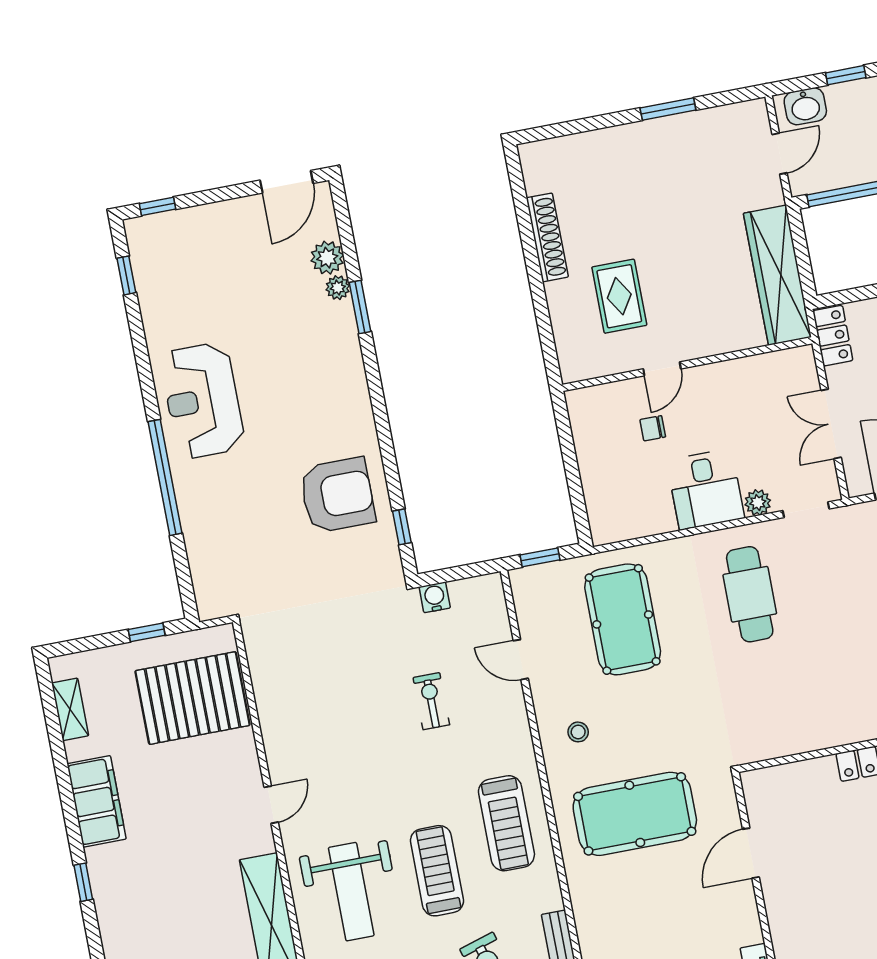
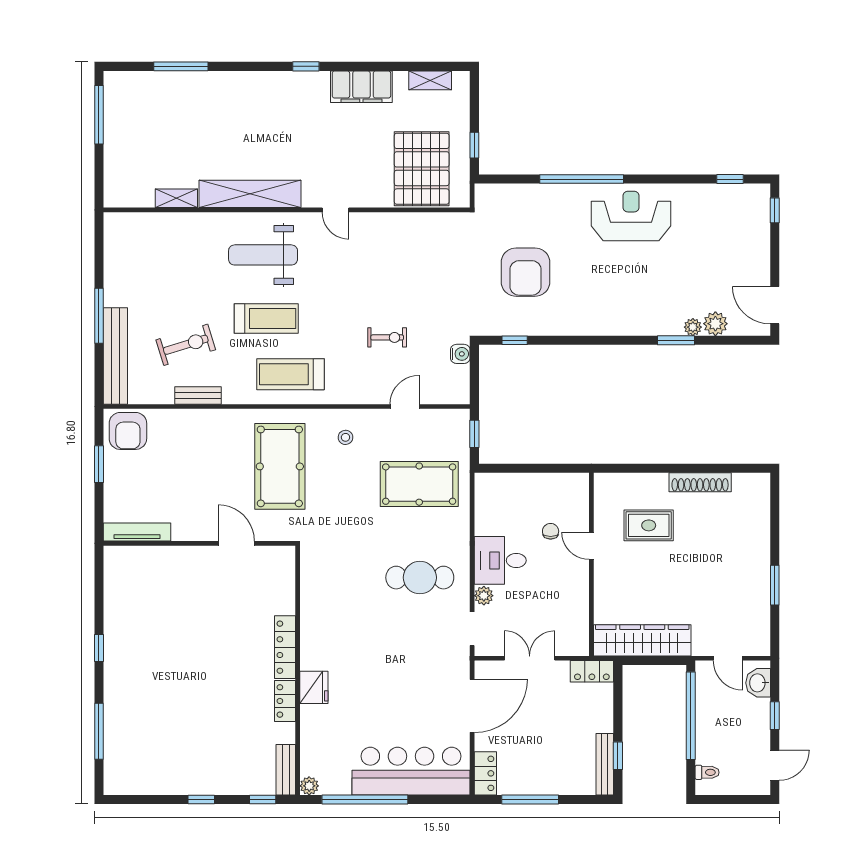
armchair: (337, 495) -> (526, 272), moved

